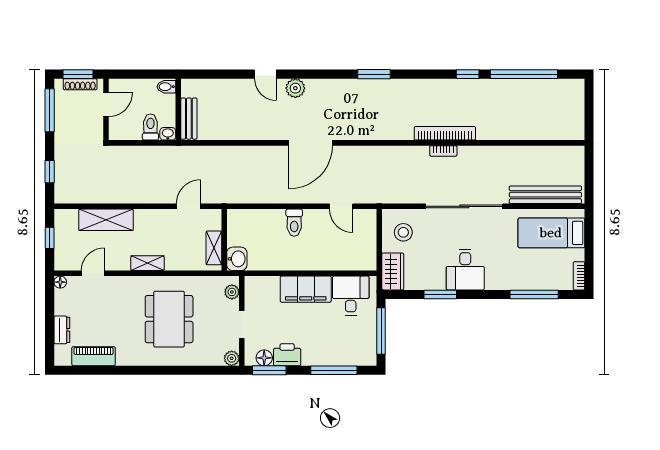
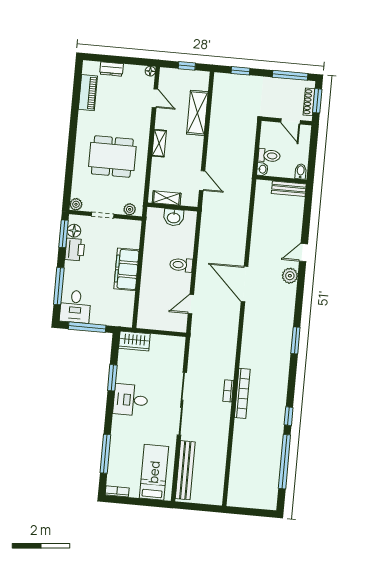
bench: (189, 119) -> (289, 189), moved
stool: (403, 232) -> (165, 352), removed
washbasin: (237, 259) -> (174, 217), moved
desk: (351, 296) -> (75, 307), moved, turned 90

